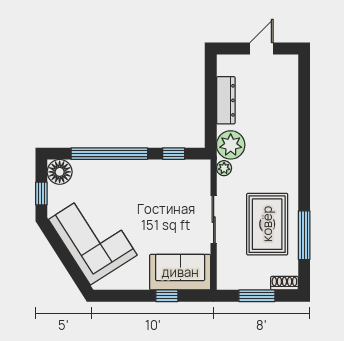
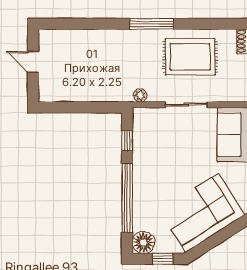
dresser: (226, 100) -> (79, 94), removed
plant: (231, 145) -> (119, 89), removed
window: (304, 235) -> (152, 24), moved

